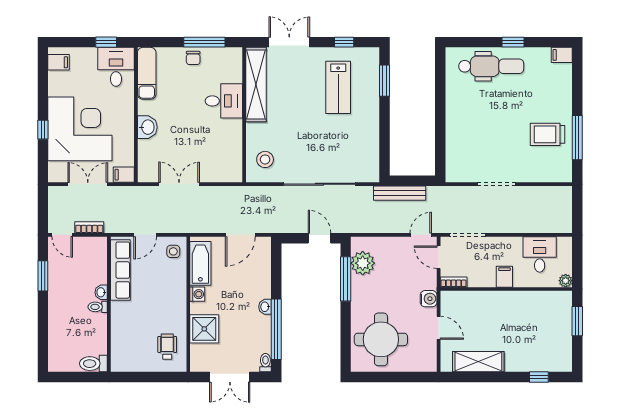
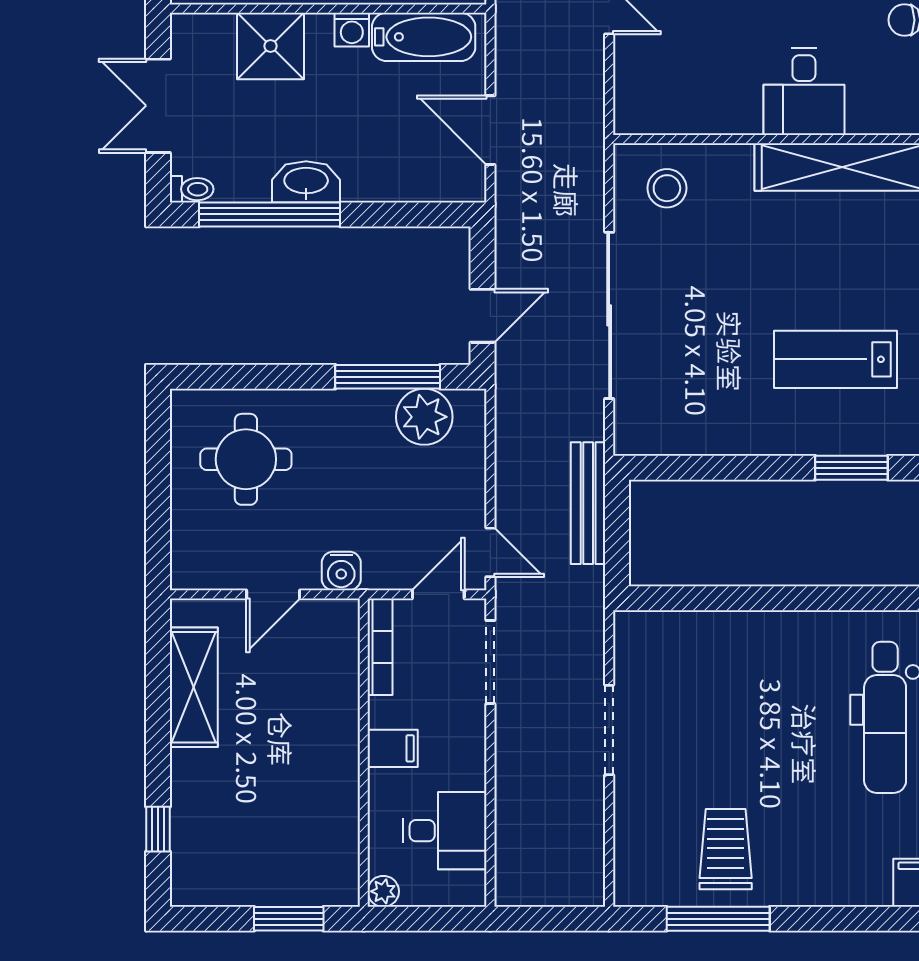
bookcase: (454, 282) -> (380, 647), width x1.56
washbasin: (265, 307) -> (306, 182), width x1.91, depth x1.45
round table: (381, 339) -> (246, 459), width x0.73, depth x0.73

